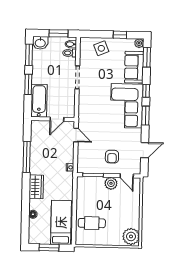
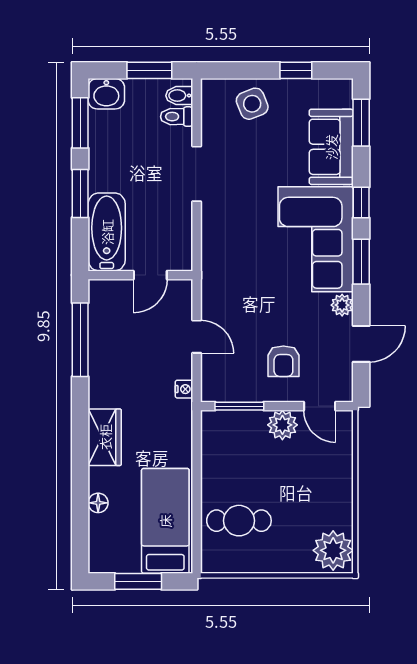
plant: (139, 43) -> (342, 305), moved
door: (76, 135) -> (197, 337), moved
window: (27, 157) -> (80, 340), moved

